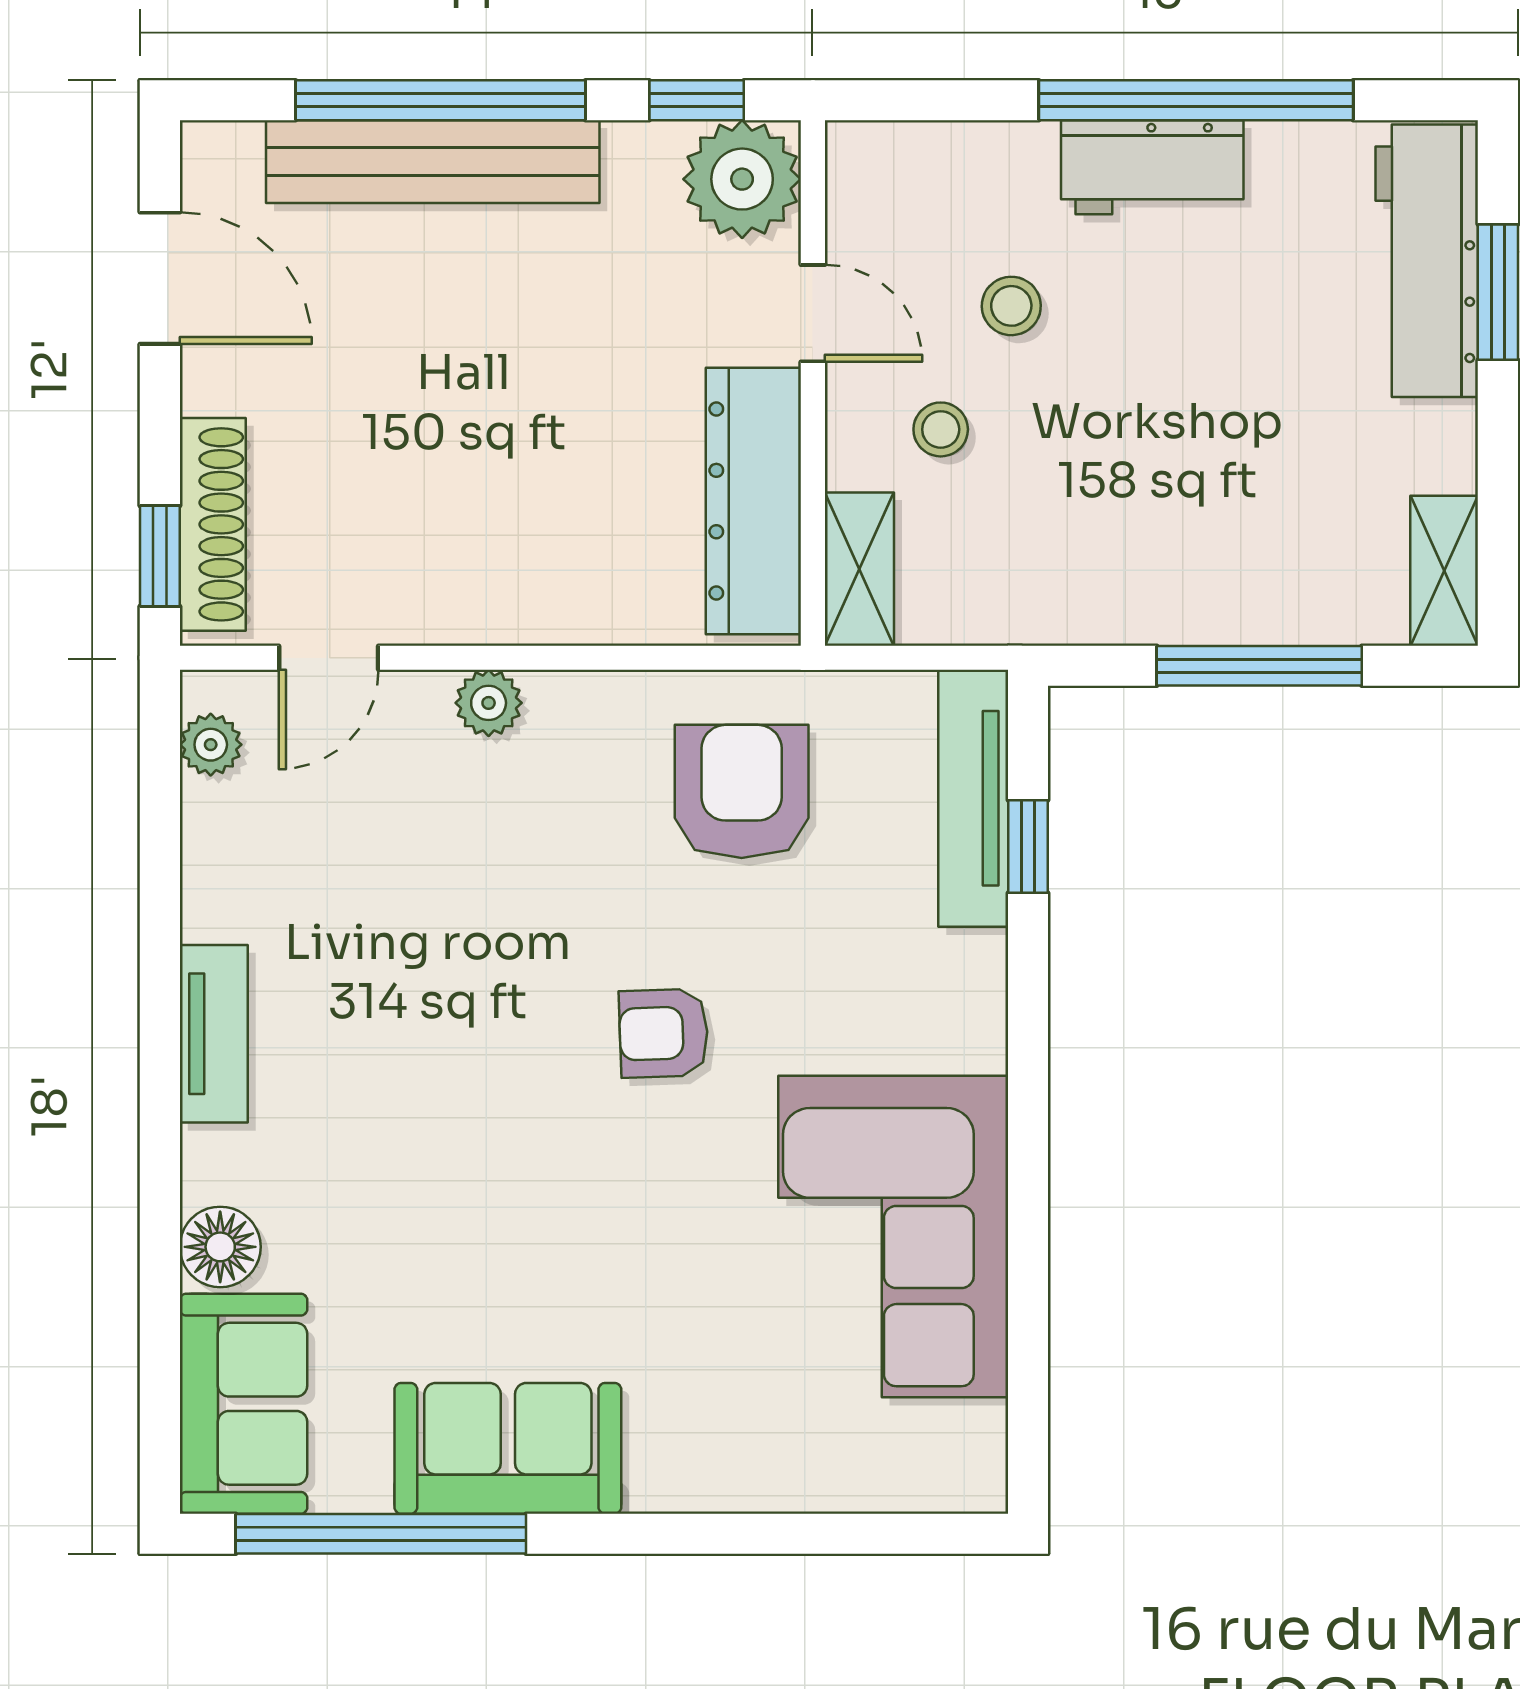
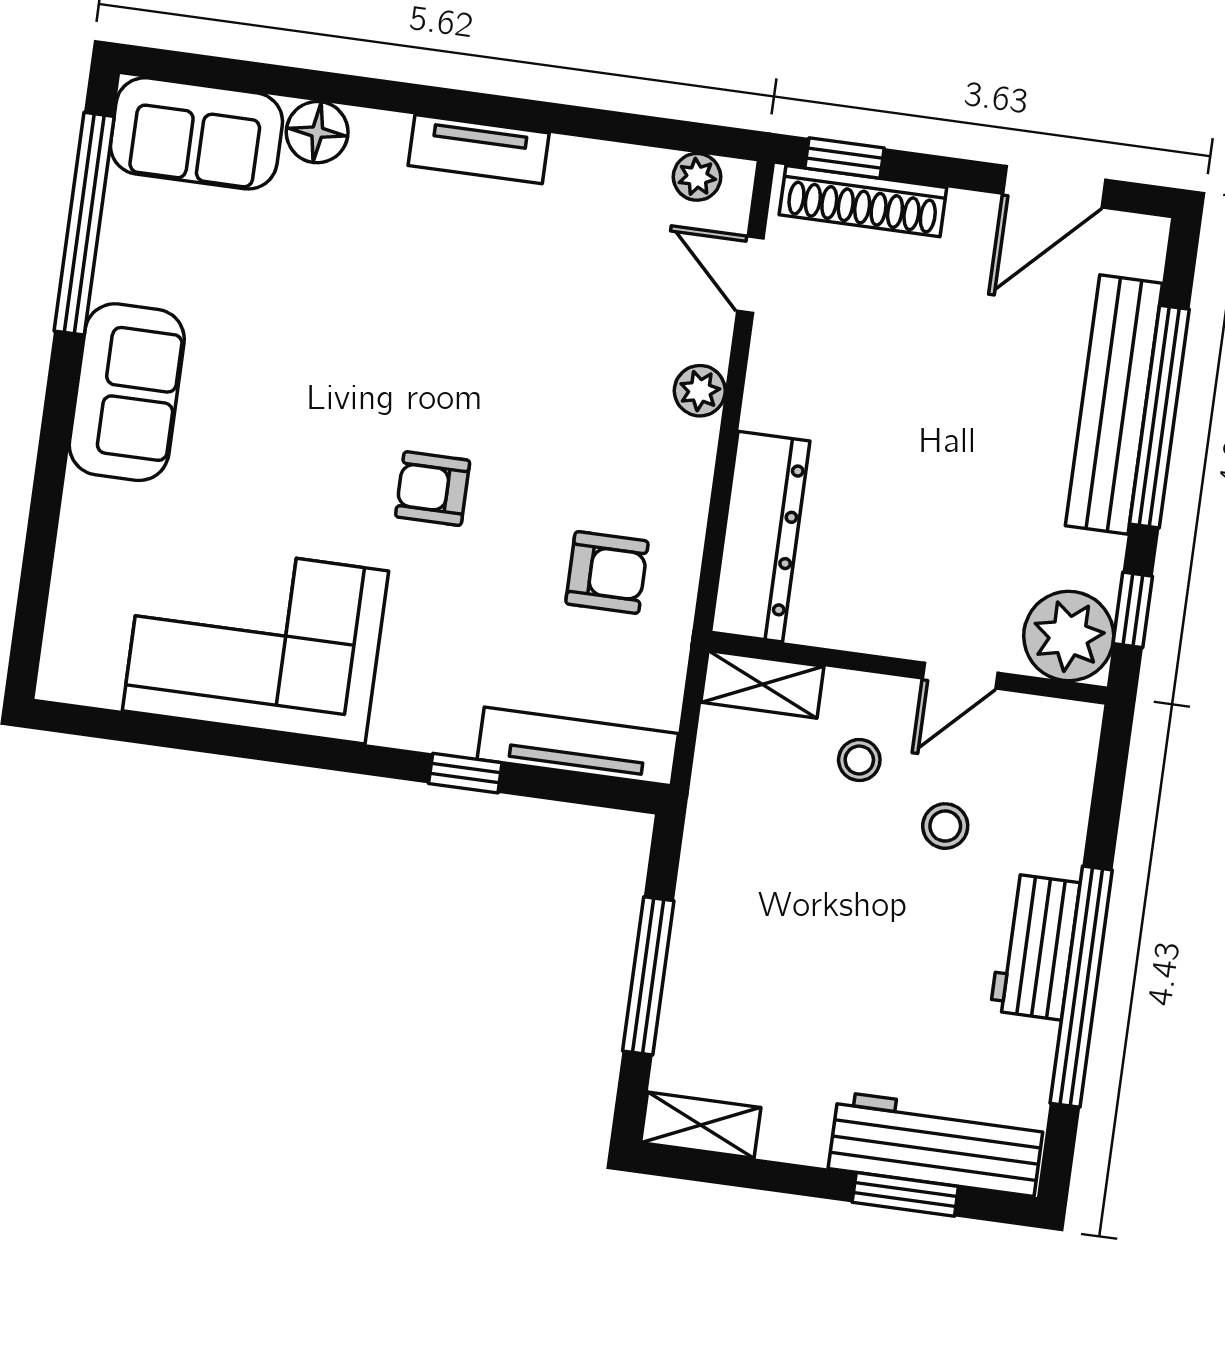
dresser: (753, 501) -> (760, 537), moved, turned 90
armchair: (742, 791) -> (607, 572), width x0.72, depth x0.72
window: (1028, 846) -> (465, 773), moved
armchair: (664, 1033) -> (433, 489), turned -88
sofa: (508, 1448) -> (127, 392), moved

